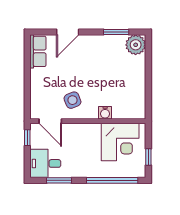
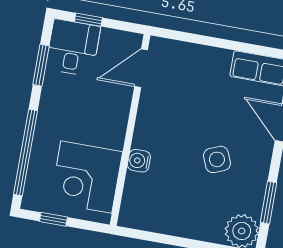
side table: (72, 100) -> (217, 159), moved
window: (27, 138) -> (88, 20), moved

